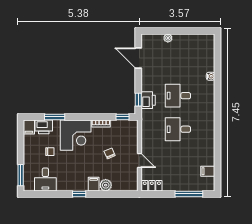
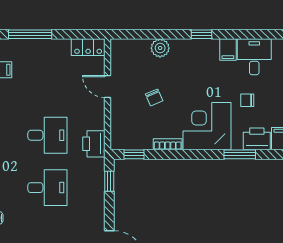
printer: (148, 100) -> (94, 144), moved
filing cabinet: (94, 184) -> (228, 50), moved

